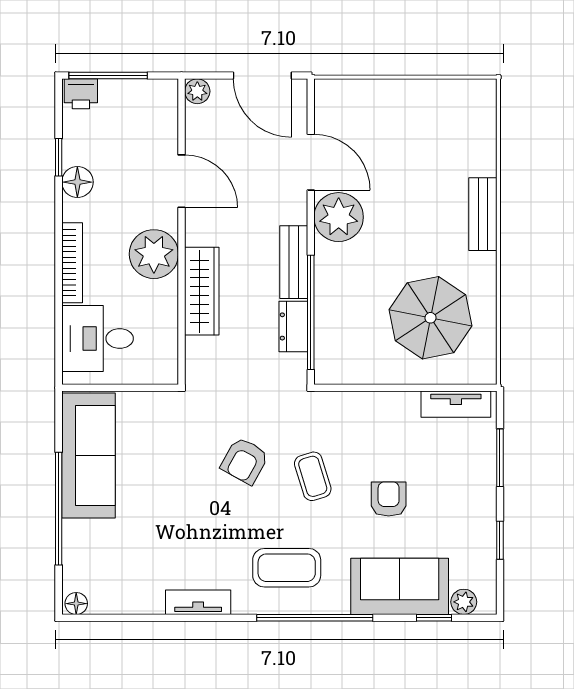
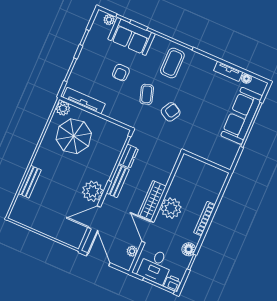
plant: (197, 91) -> (132, 251), moved
door: (311, 162) -> (94, 217), hinge flipped
bench: (483, 214) -> (30, 182), moved
wardrobe: (202, 291) -> (152, 200), moved
desk: (98, 339) -> (155, 266), moved, turned 90
plant: (480, 368) -> (63, 108), added
tv unit: (456, 404) -> (84, 101), width x1.41
sofa: (88, 456) -> (242, 116), moved
coffee table: (287, 568) -> (172, 63), turned 90
tv unit: (198, 602) -> (228, 71), moved
floor lamp: (76, 604) -> (246, 79), moved

